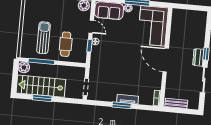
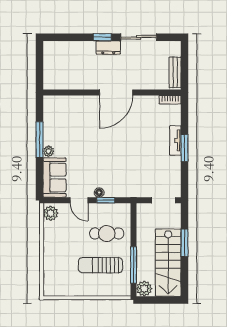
corner sofa: (153, 26) -> (70, 115), removed
door: (91, 27) -> (79, 200), swing flipped
window: (42, 98) -> (185, 243), moved

